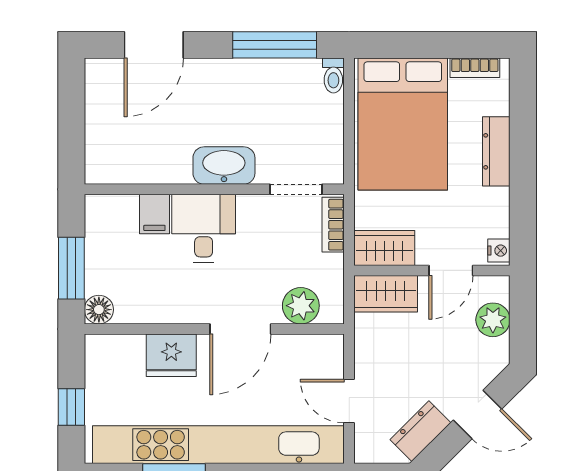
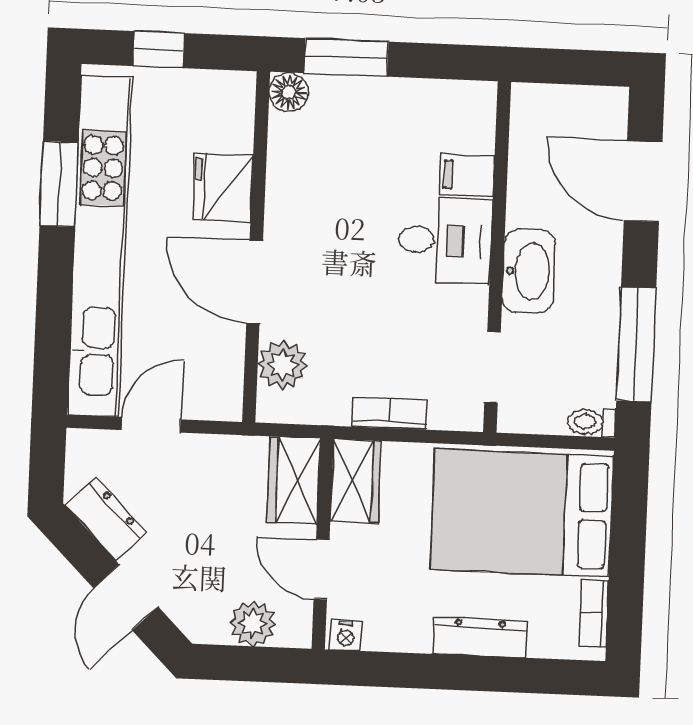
washbasin: (224, 166) -> (529, 271), moved
wall: (214, 189) -> (497, 257), moved
doorway: (296, 189) -> (493, 367), moved
filing cabinet: (154, 214) -> (467, 175), moved
desk: (204, 228) -> (445, 240), moved

